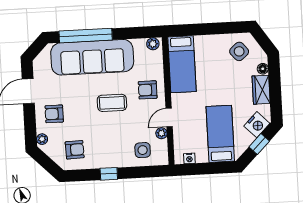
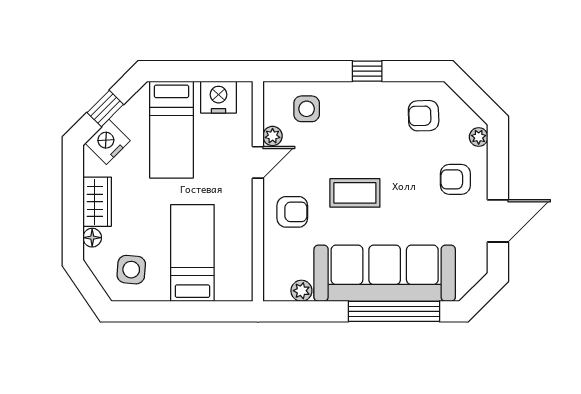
plant: (153, 44) -> (301, 291), moved
side table: (239, 51) -> (131, 270), turned 45
bed: (182, 64) -> (192, 253), moved
armchair: (54, 114) -> (455, 179), turned 180
nightstand: (189, 158) -> (218, 97), width x1.89, depth x1.79

